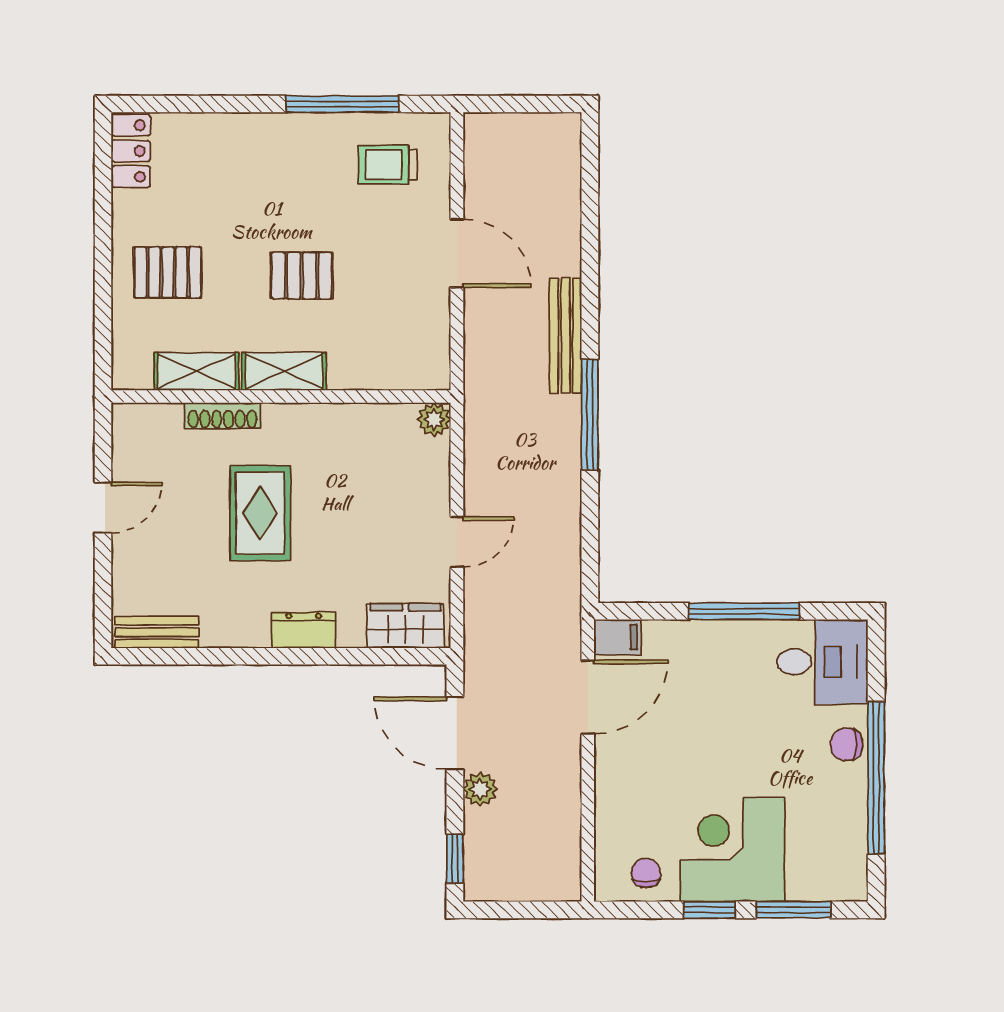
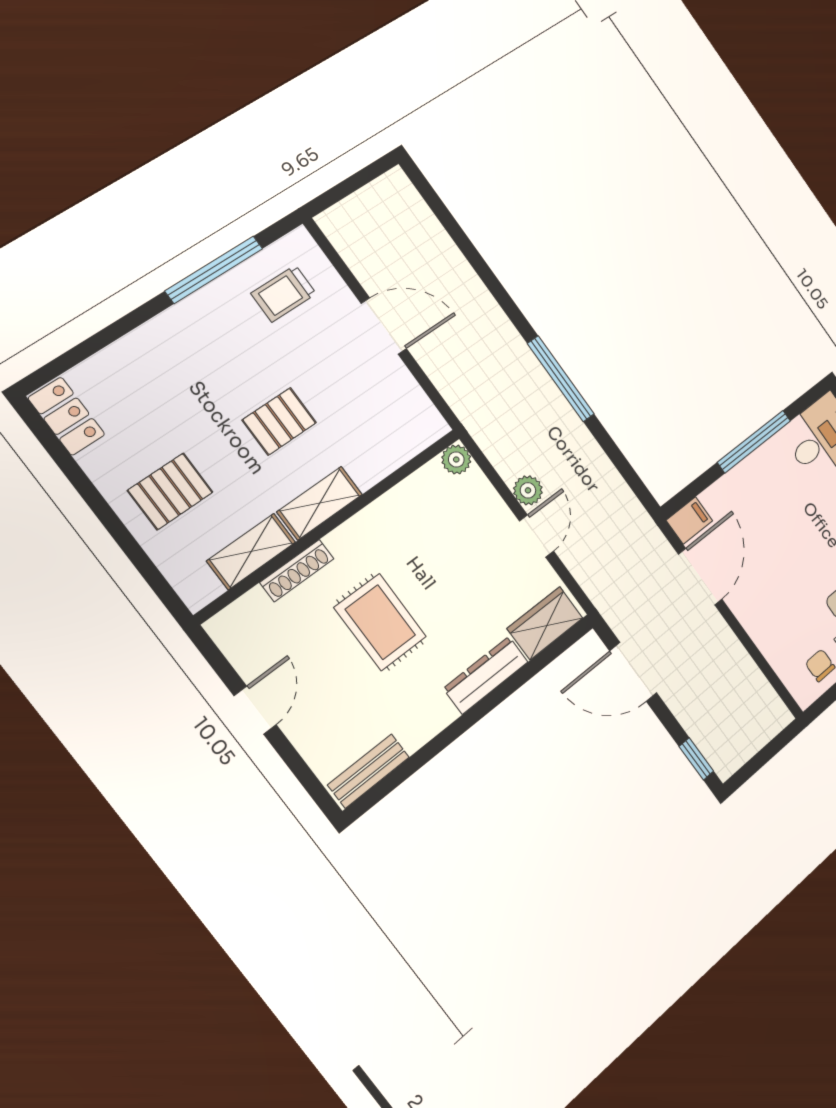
bench: (565, 336) -> (504, 334), removed
dresser: (304, 630) -> (486, 675), width x1.44
plant: (480, 789) -> (528, 490), moved

